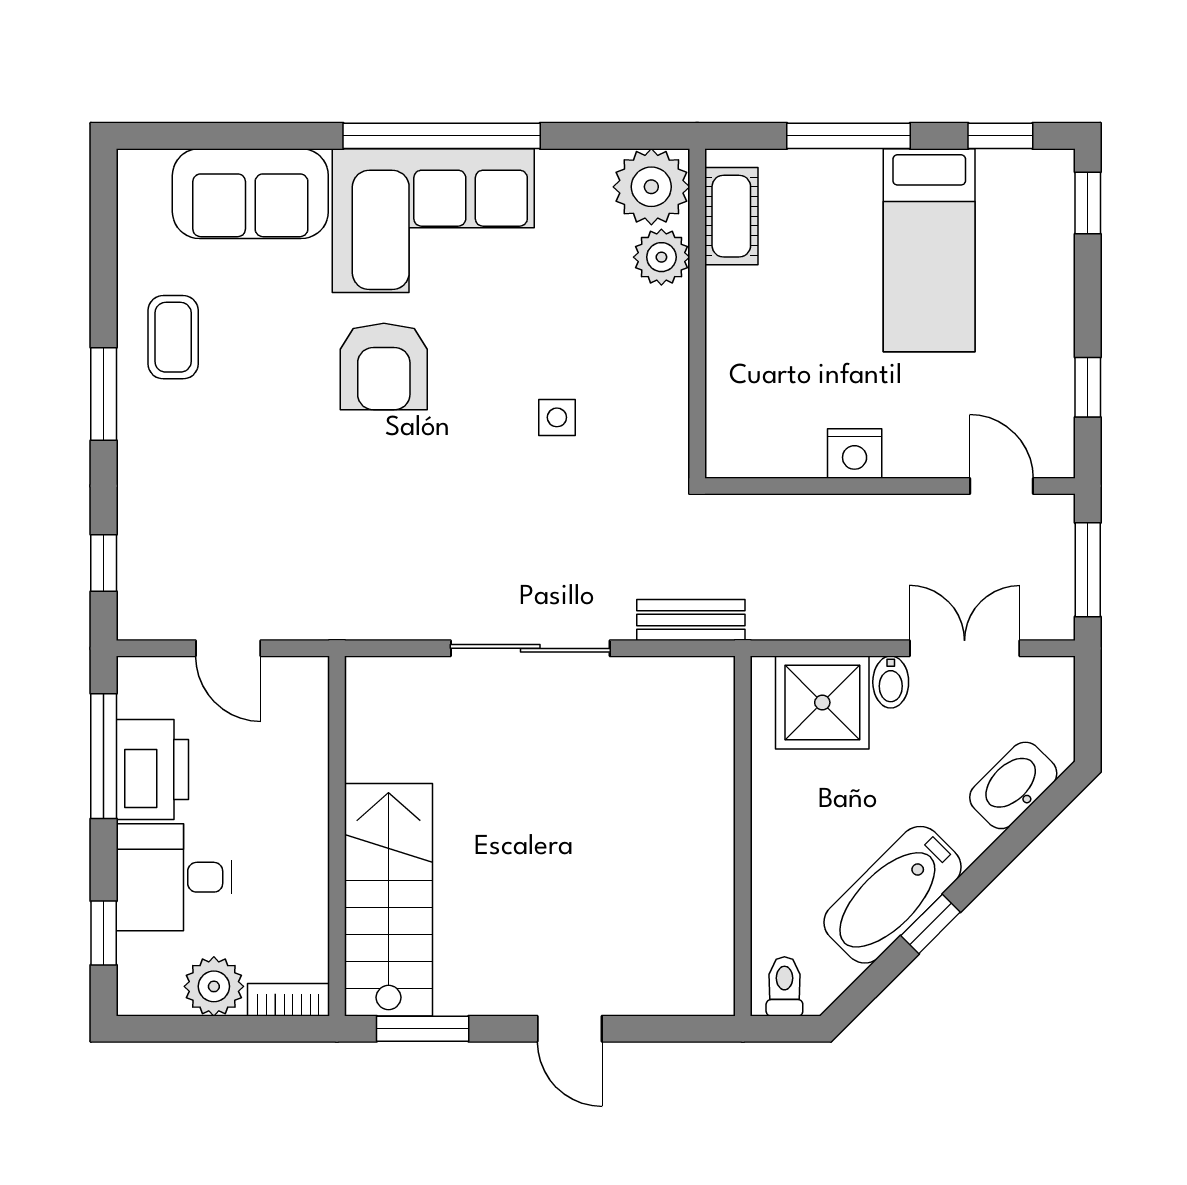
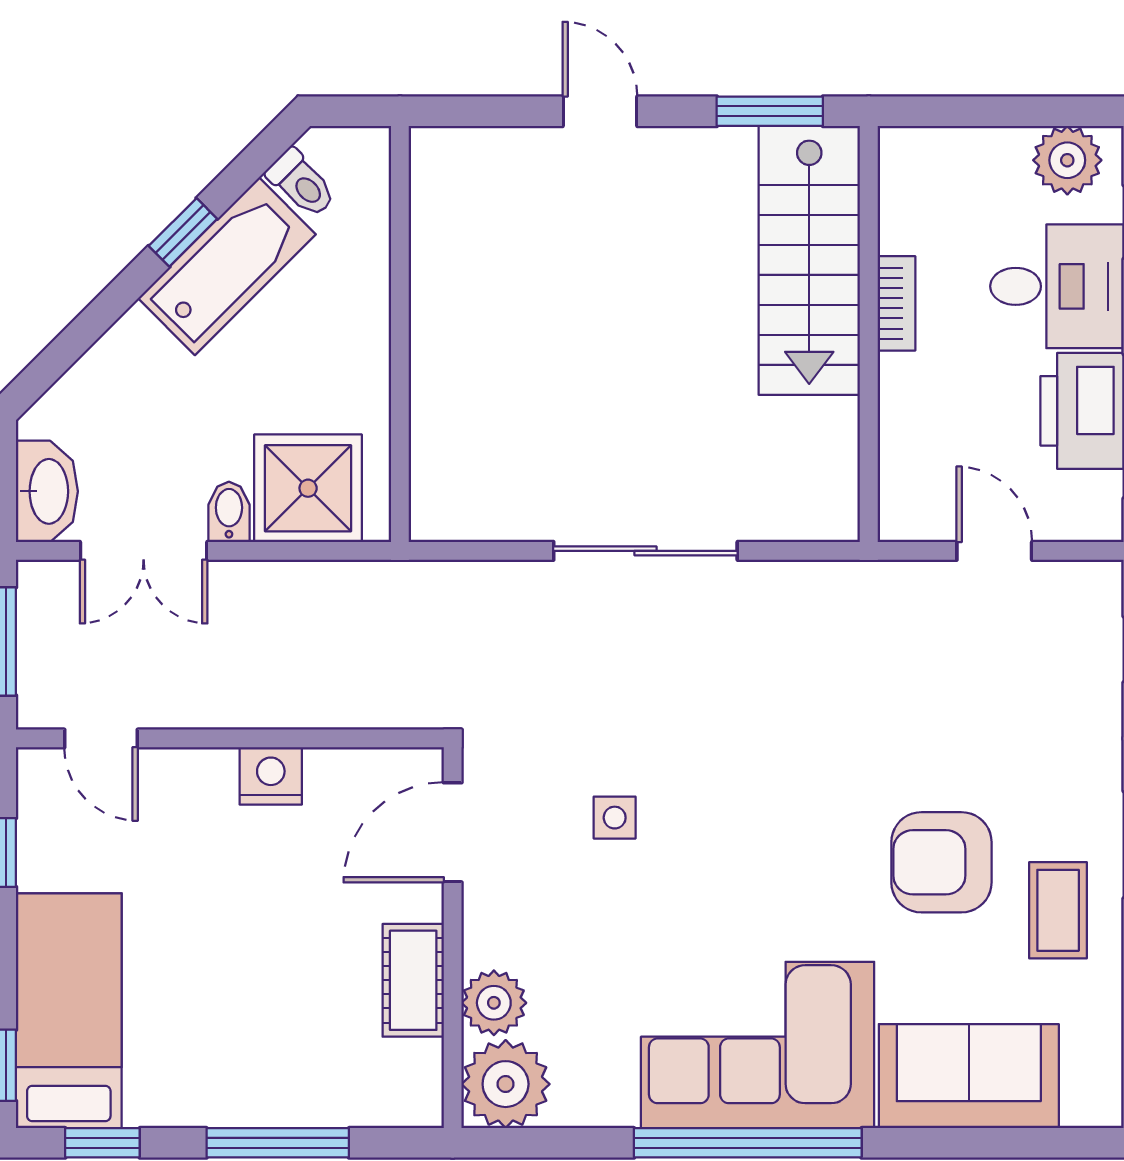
cot: (731, 216) -> (413, 980), moved
bed: (929, 250) -> (69, 1011), moved
armchair: (384, 366) -> (941, 862), moved, turned -90
door: (697, 405) -> (453, 832), added
bench: (691, 620) -> (460, 584), removed
washbasin: (1013, 785) -> (47, 491), moved, turned -45
plant: (214, 986) -> (1067, 160), moved
toilet: (784, 986) -> (301, 183), moved, turned -45
bookcase: (288, 1000) -> (896, 303), moved, turned -90

